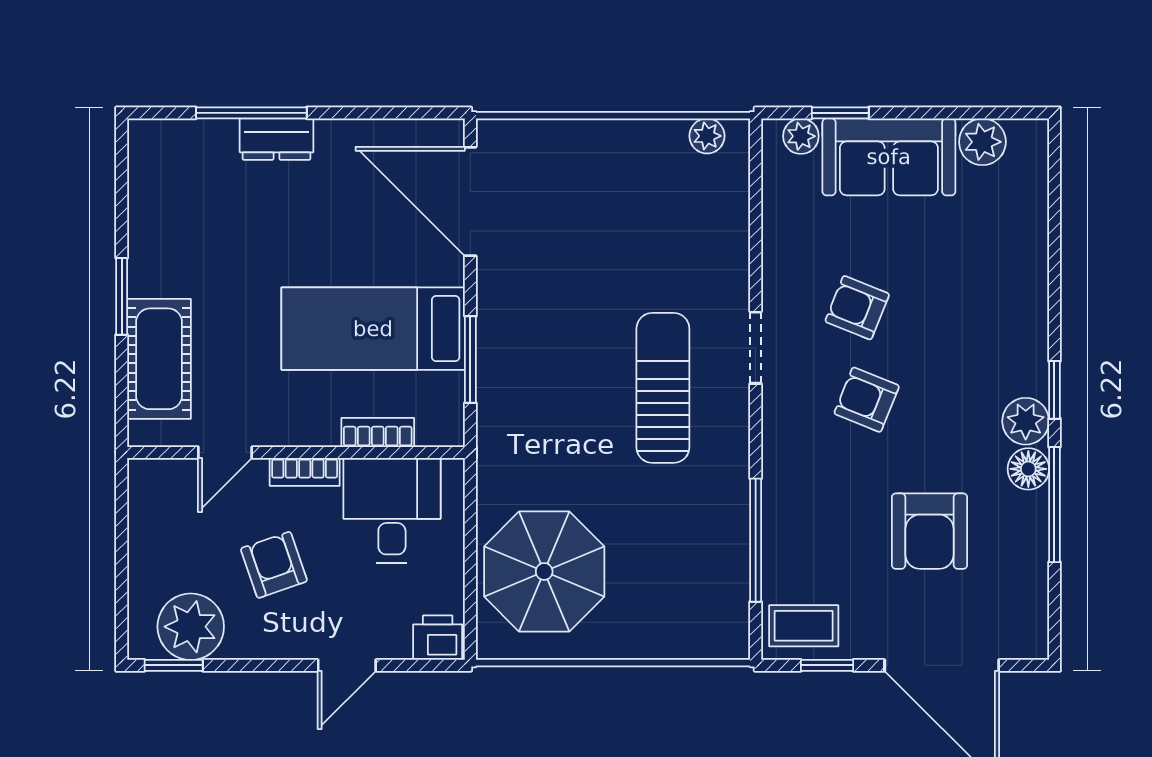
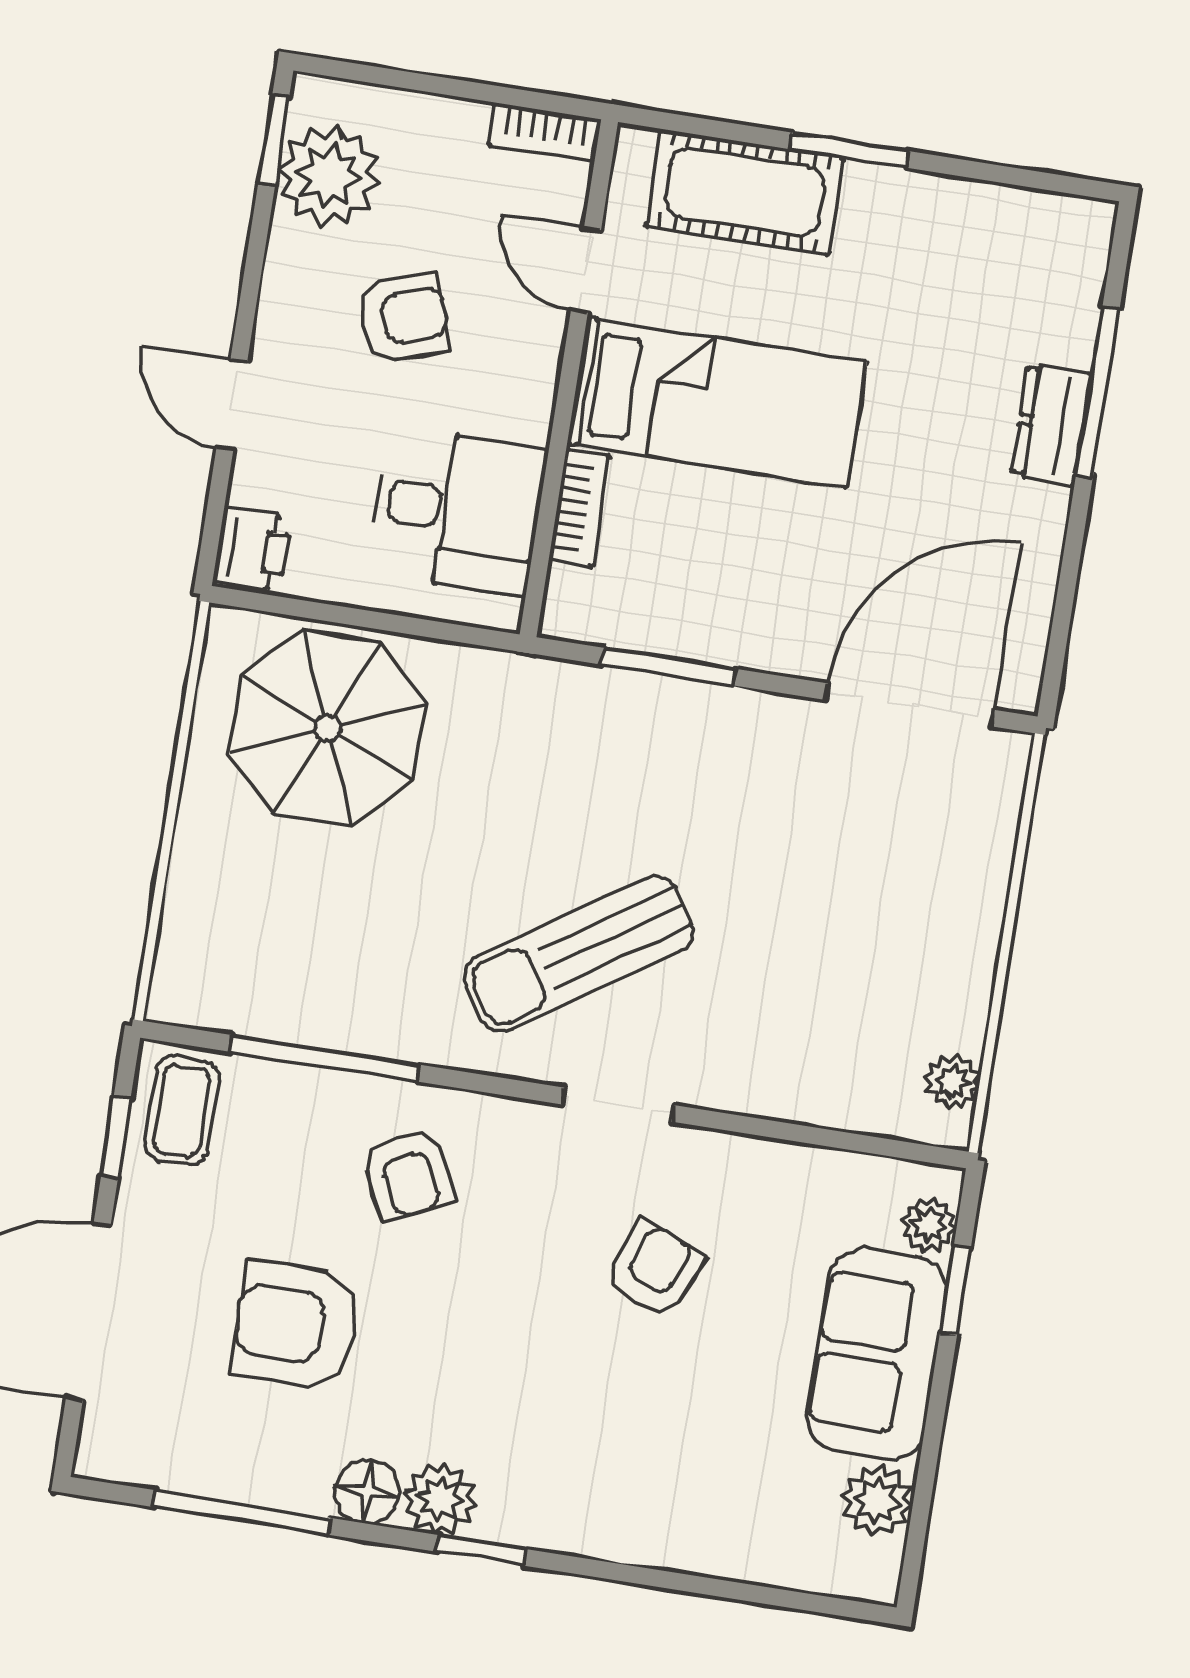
bed: (373, 329) -> (717, 402), moved, turned 90
sun lounger: (663, 388) -> (579, 954), turned 146
armchair: (867, 400) -> (408, 1174), moved, turned 132
bookcase: (305, 472) -> (545, 132), moved, turned -90
window: (1054, 505) -> (241, 1512), moved

